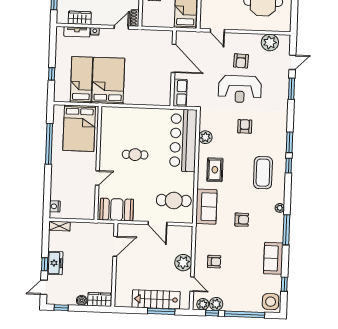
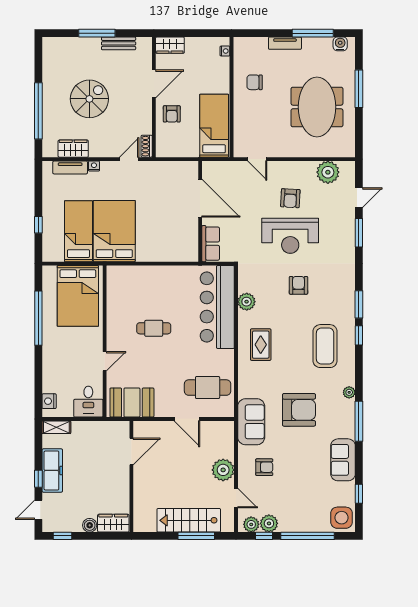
sofa: (206, 207) -> (251, 422), moved
desk: (84, 208) -> (88, 402), added
armchair: (242, 220) -> (299, 410), width x1.88, depth x1.88
freezer: (55, 263) -> (52, 470), width x1.40

